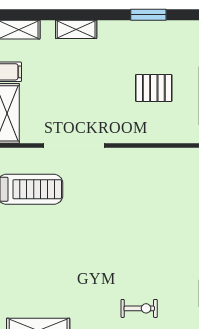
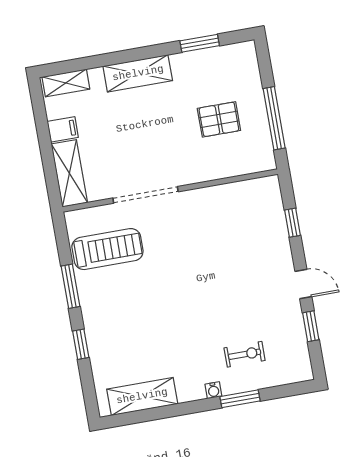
shelving: (76, 29) -> (138, 73), width x1.50, depth x1.33

